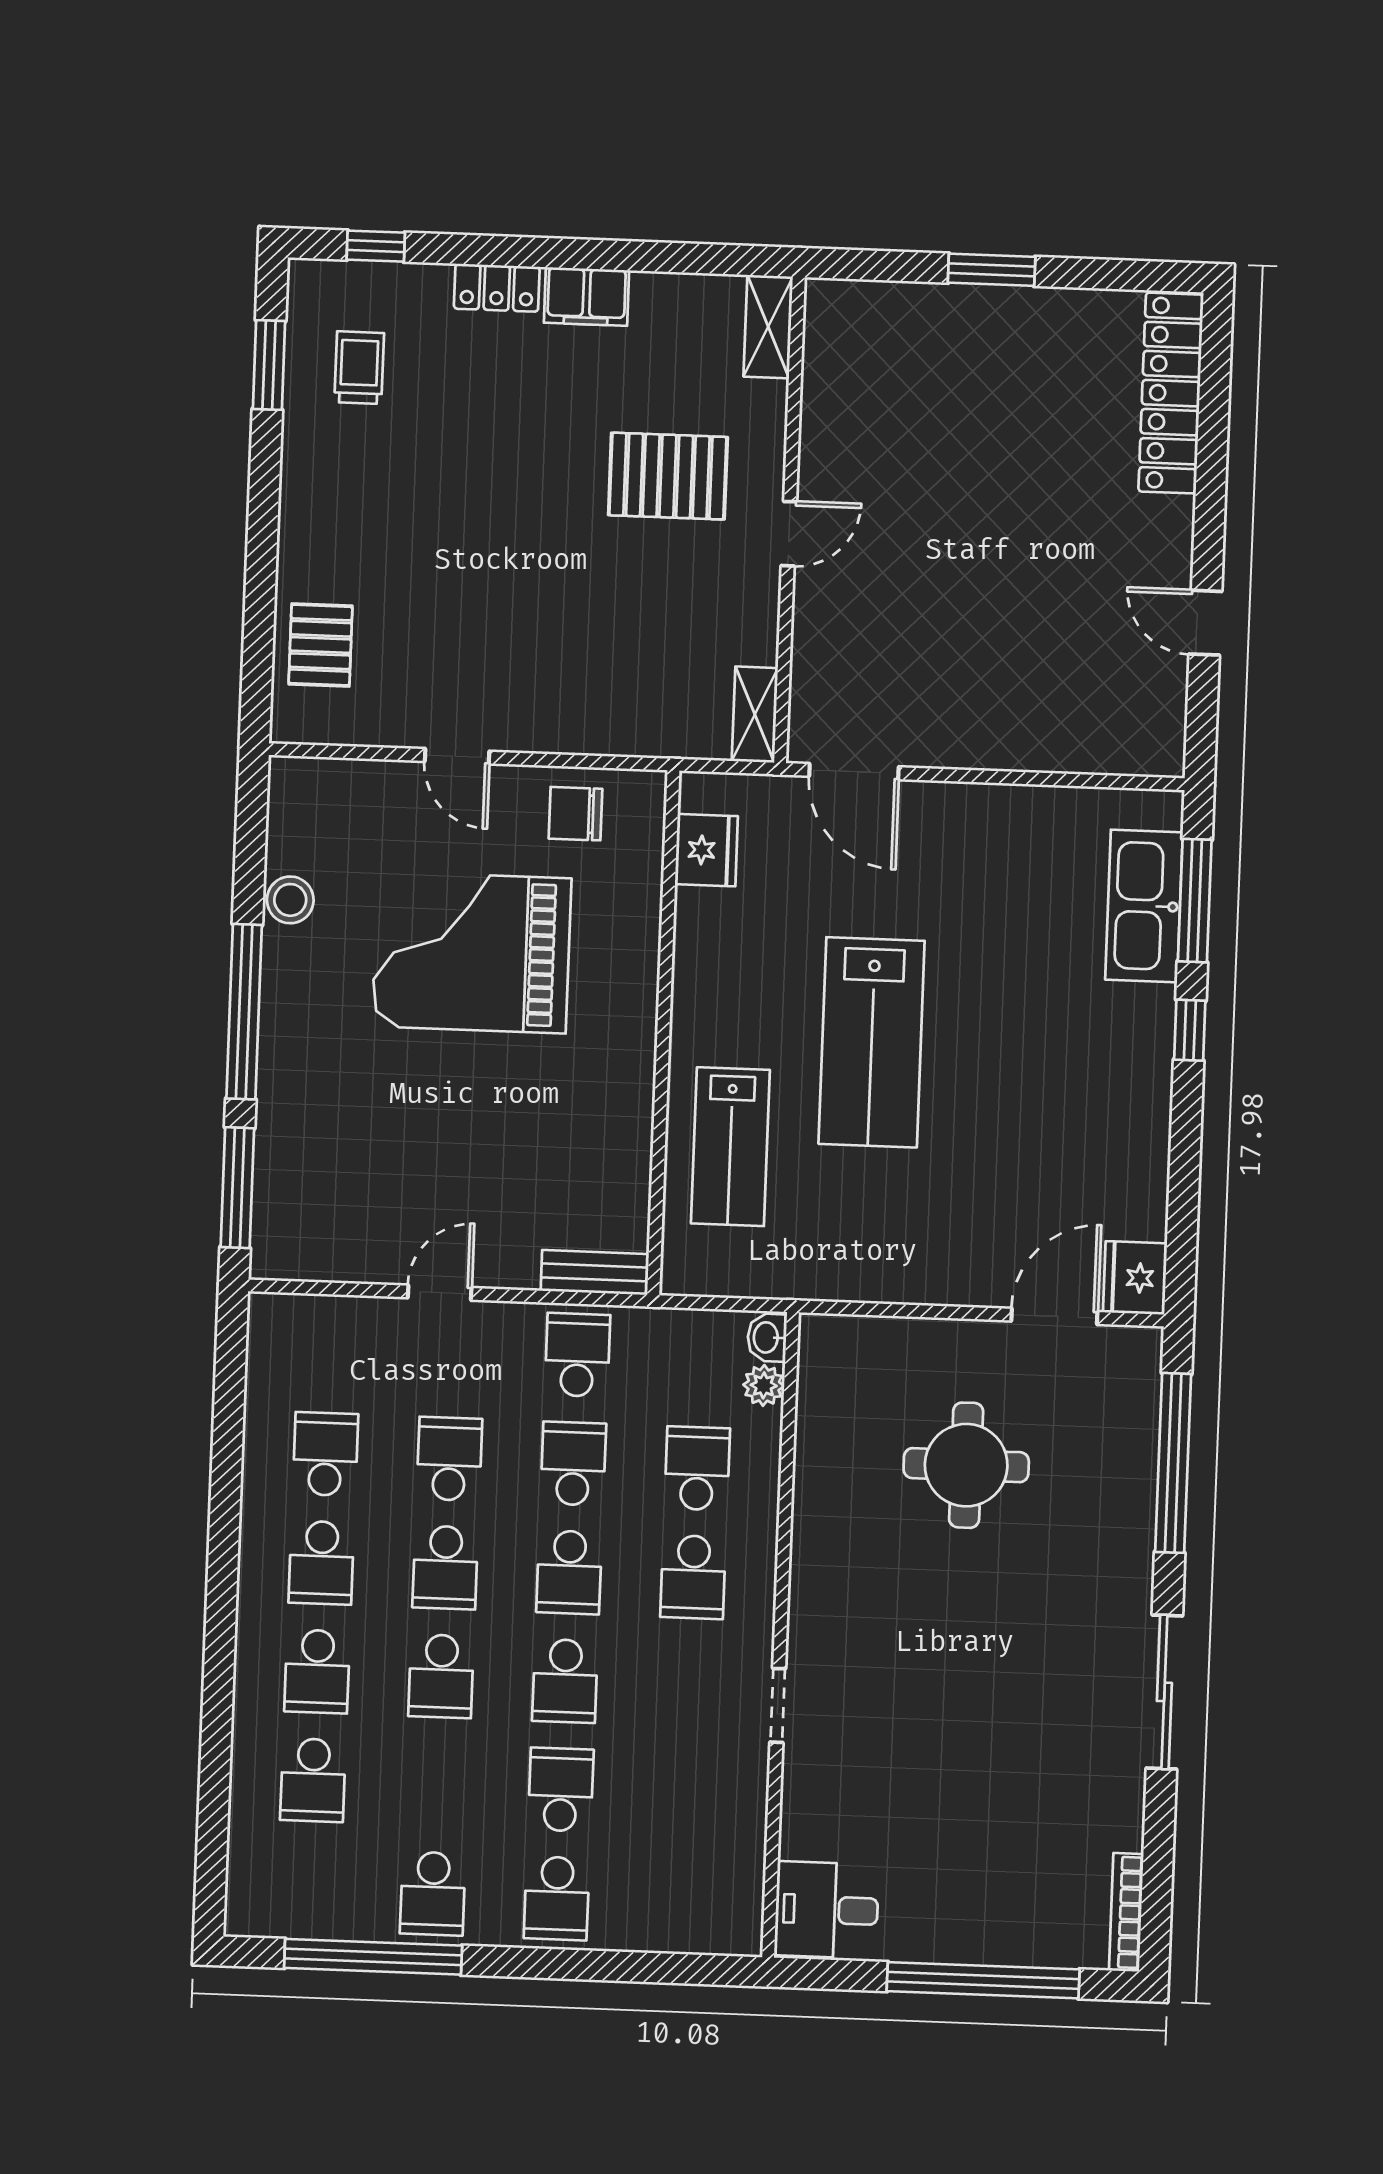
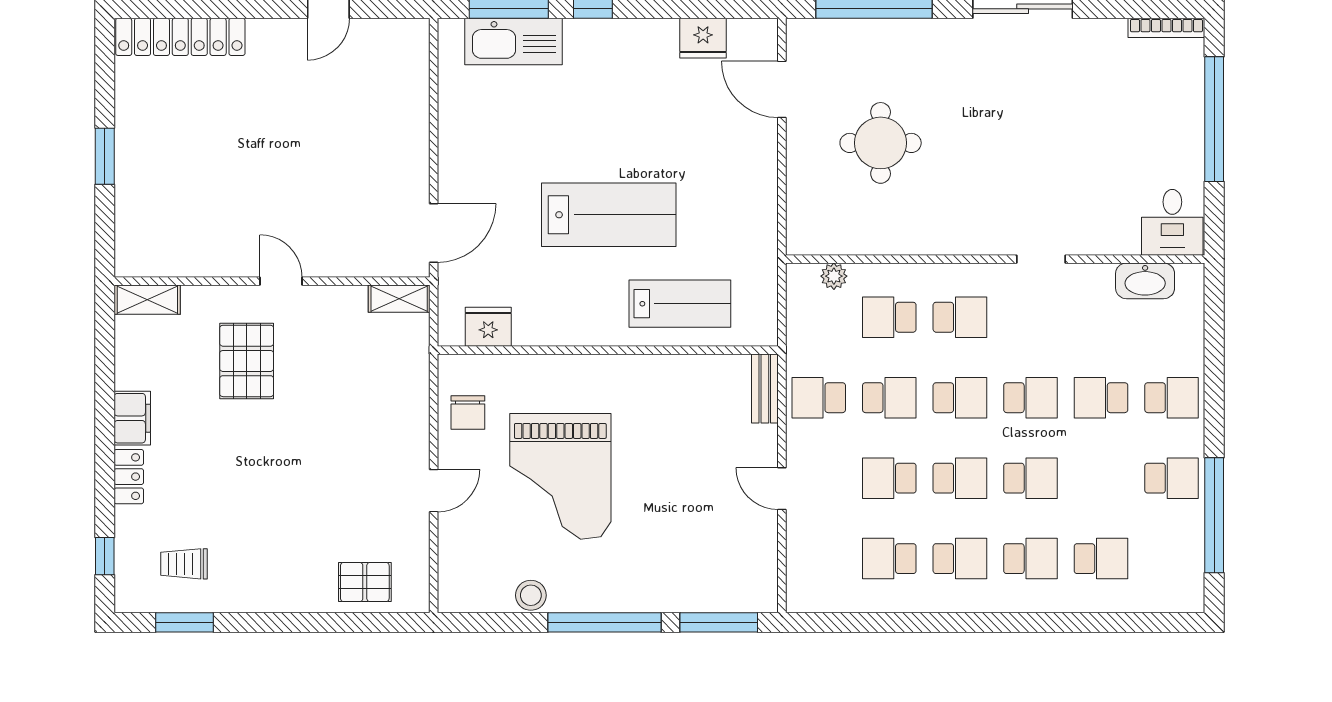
fridge: (1135, 1278) -> (703, 38), moved
washbasin: (767, 1337) -> (1145, 281), moved, width x1.91, depth x1.45
school desk: (573, 1464) -> (889, 398), turned 180

